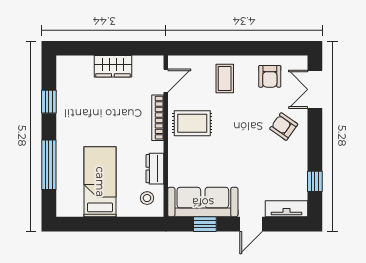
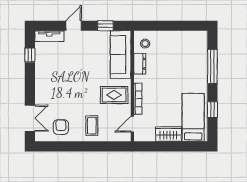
armchair: (284, 127) -> (51, 93), removed
bed: (100, 182) -> (193, 117), moved, turned 180
sofa: (203, 202) -> (121, 55), moved, turned 90

